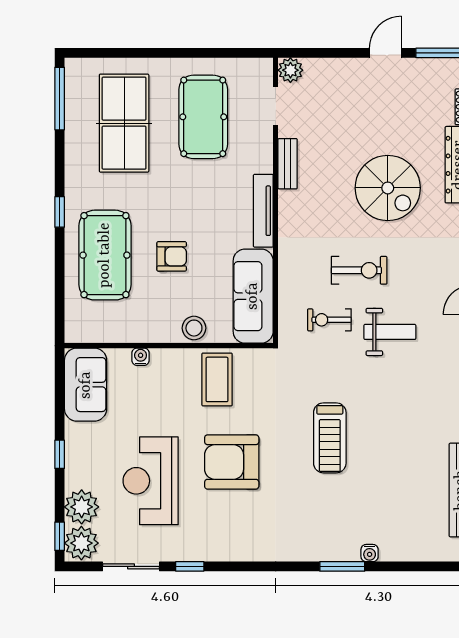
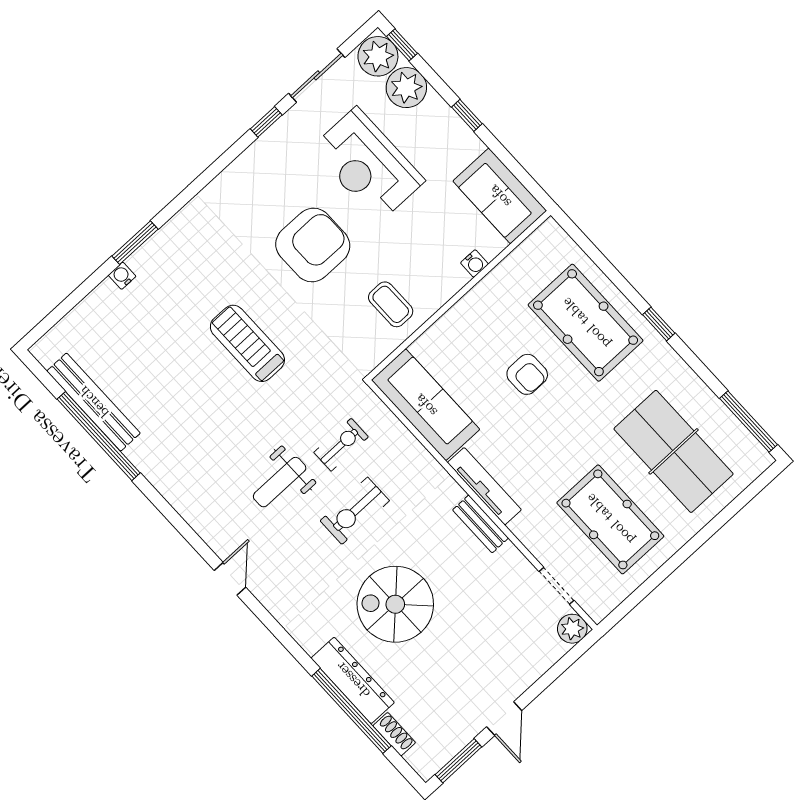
bench: (288, 164) -> (480, 524), moved
armchair: (172, 256) -> (527, 374), turned -90
stool: (194, 328) -> (451, 330), removed
coffee table: (217, 379) -> (391, 304), width x0.73, depth x0.77
reception desk: (151, 481) -> (368, 165), turned 180

